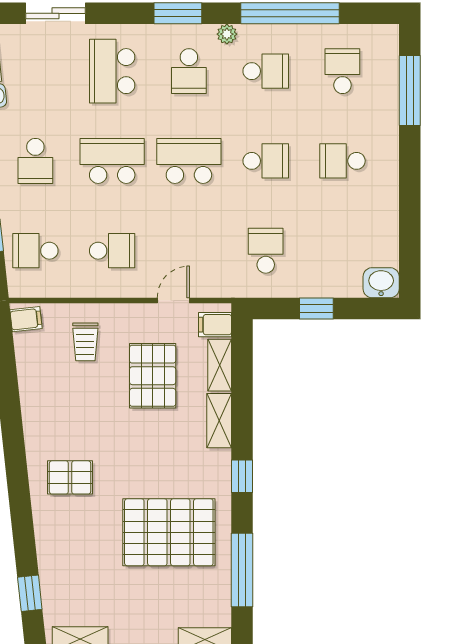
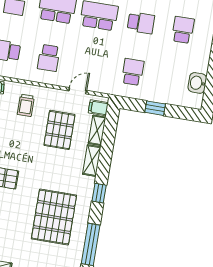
school desk: (342, 161) -> (183, 30), turned 90
school desk: (112, 251) -> (49, 58), turned 90
washbasin: (381, 283) -> (197, 83), moved, turned -90
pallet: (169, 532) -> (54, 217), turned 90

